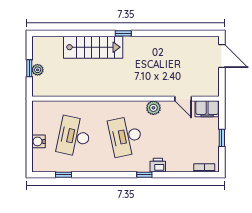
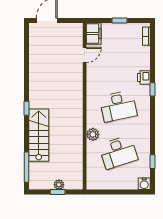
window: (57, 33) -> (26, 167), added
plant: (153, 108) -> (93, 134), moved
desk: (74, 136) -> (118, 152), turned -30
water cooler: (39, 141) -> (144, 184), moved

